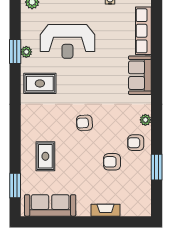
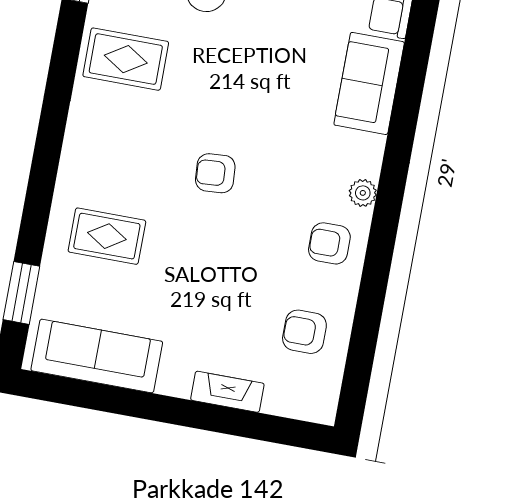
rug: (45, 156) -> (107, 236), turned 90
armchair: (112, 162) -> (304, 332), moved
window: (157, 167) -> (369, 311), removed

